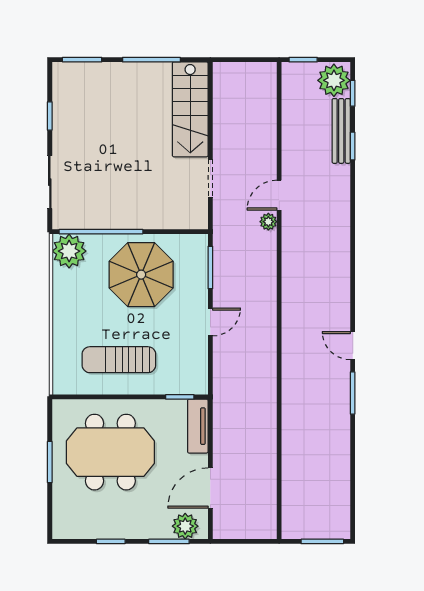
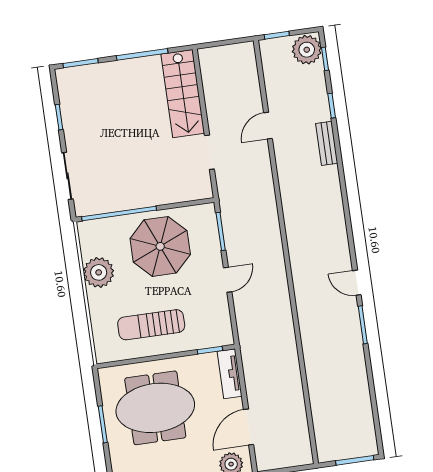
bench: (341, 131) -> (327, 143), moved, width x0.73
door: (279, 195) -> (268, 126), moved
plant: (268, 222) -> (266, 183), removed
plant: (69, 251) -> (99, 272), moved

